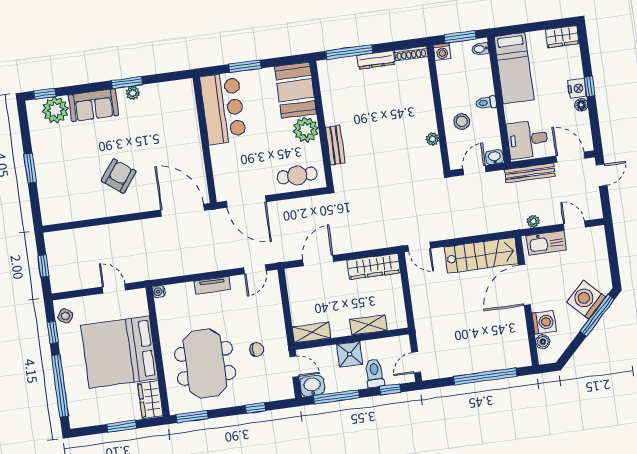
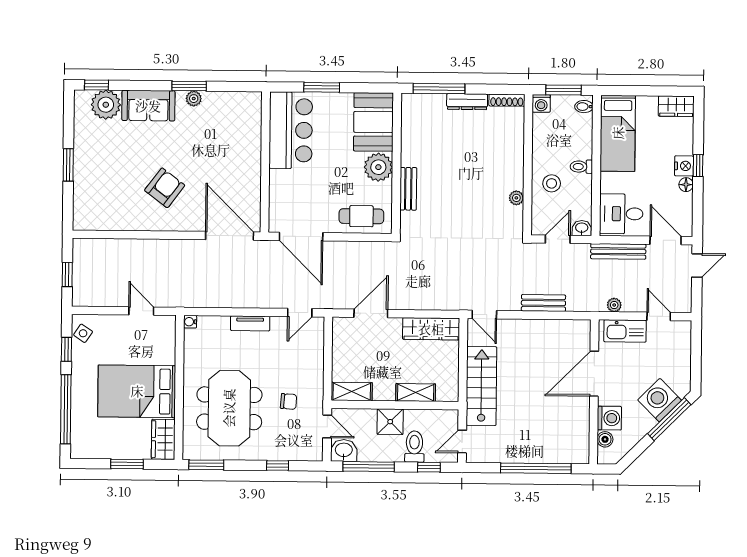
bench: (470, 229) -> (543, 303), added
stairs: (481, 255) -> (481, 386), moved, turned -90
bed: (119, 352) -> (137, 391), width x0.73

